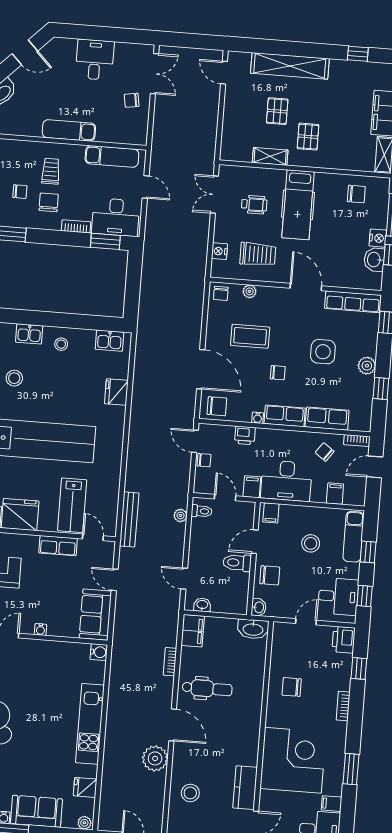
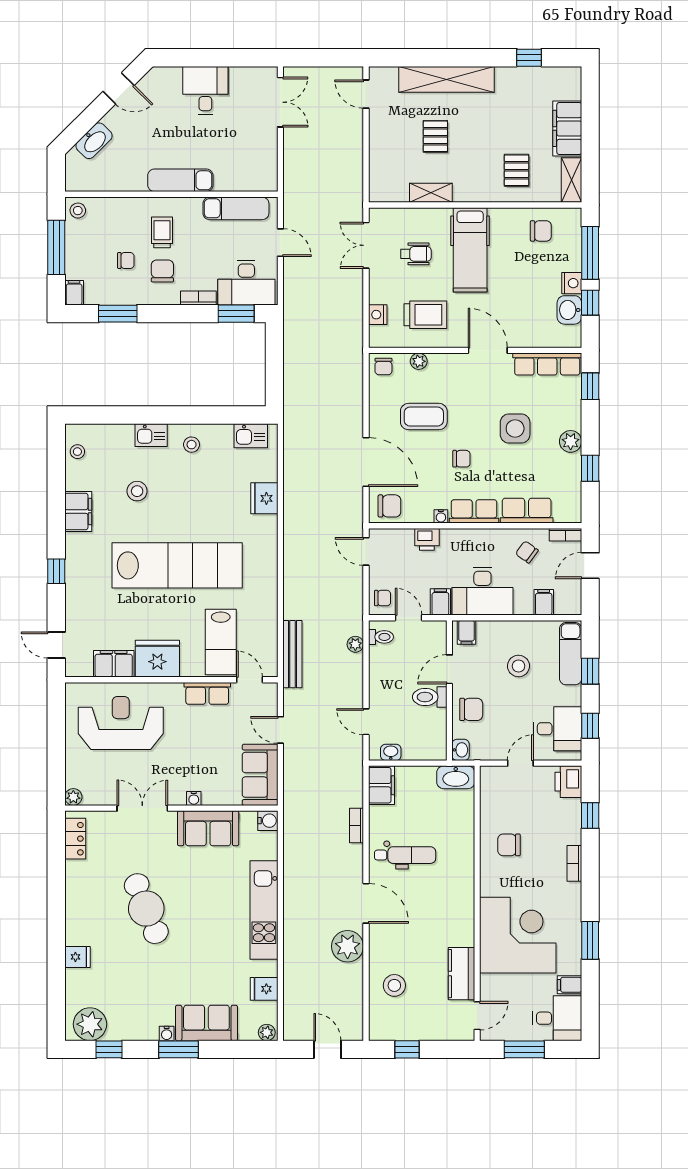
chair: (132, 100) -> (255, 137), removed
pallet: (308, 137) -> (516, 170), moved
chair: (204, 460) -> (383, 598), moved
sofa: (50, 654) -> (208, 828), added

